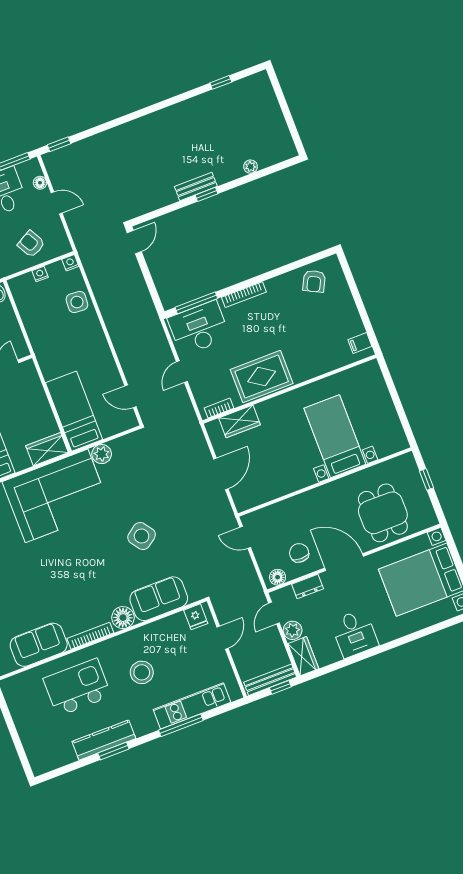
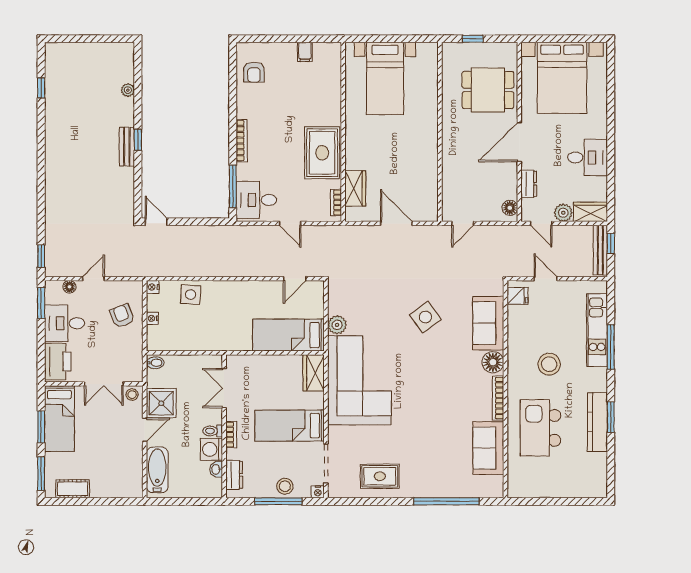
armchair: (31, 244) -> (122, 316), turned 98
armchair: (314, 281) -> (254, 72), turned 63
desk: (199, 328) -> (256, 200), width x0.73
filing cabinet: (360, 343) -> (305, 52), moved
bed with nightstands: (335, 436) -> (385, 78), moved, turned -90
chair: (299, 553) -> (495, 180), removed

